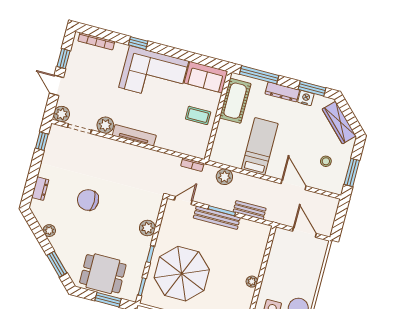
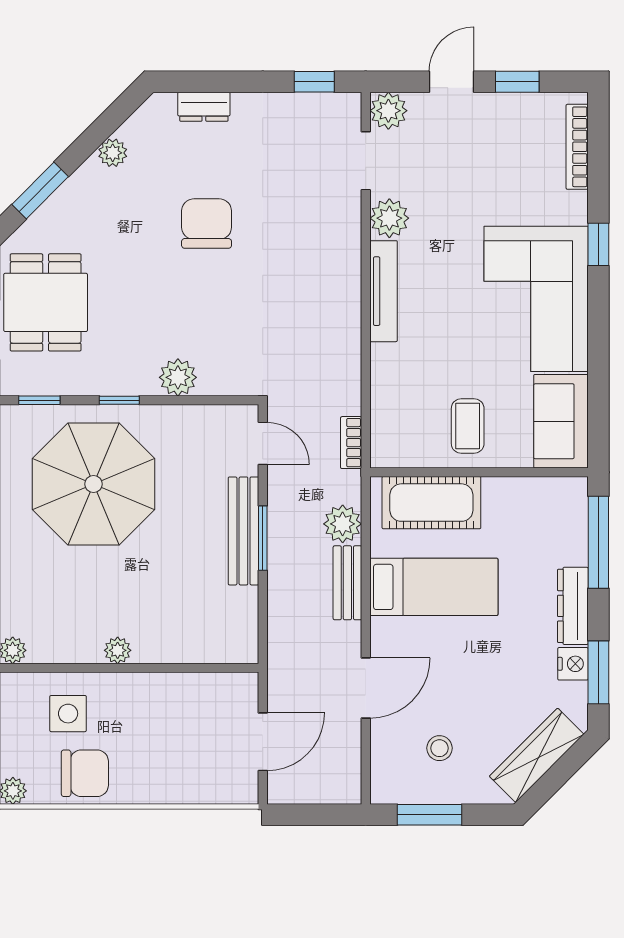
cot: (235, 101) -> (431, 503), moved
bench: (250, 210) -> (347, 583), moved

